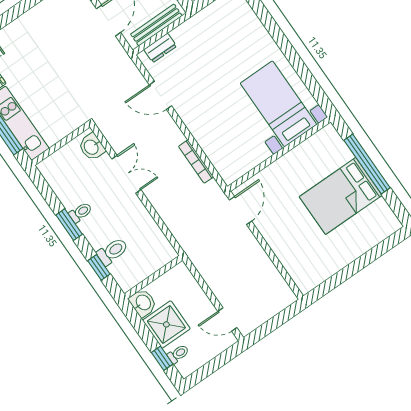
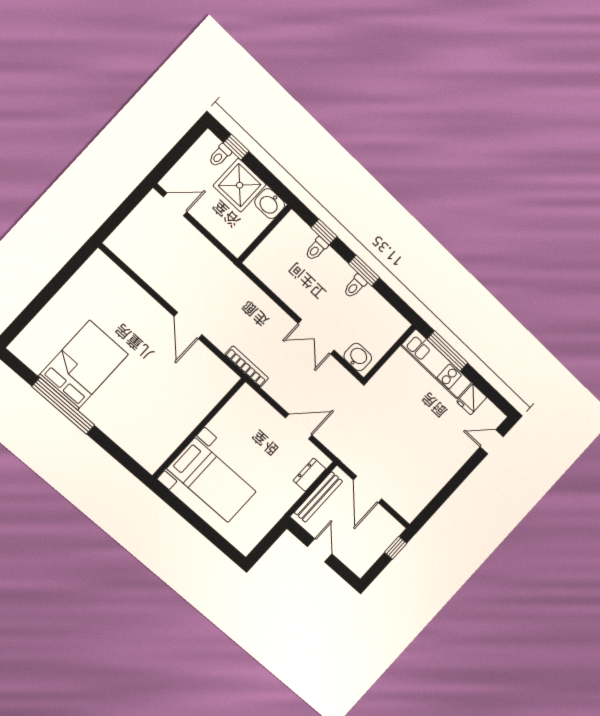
bed with nightstands: (278, 104) -> (212, 480), moved
wall: (279, 154) -> (199, 429), moved
toilet: (112, 251) -> (316, 249), width x0.73, depth x0.72

